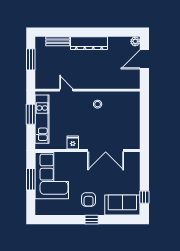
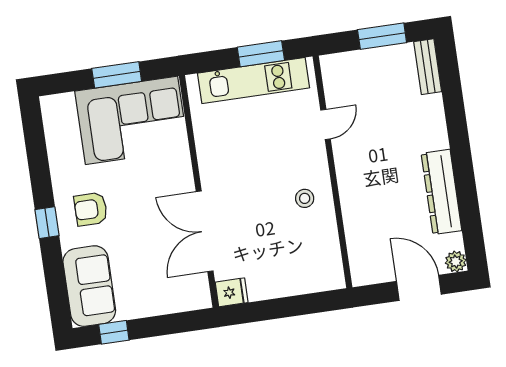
bench: (58, 41) -> (428, 67), moved
dresser: (89, 43) -> (442, 192), moved
fridge: (73, 143) -> (232, 292), moved

